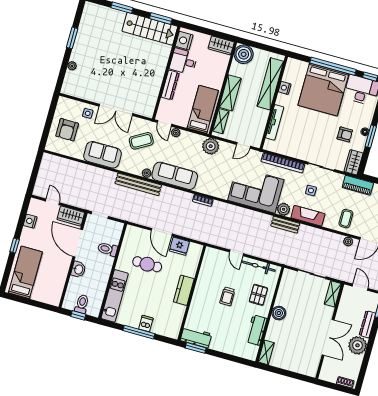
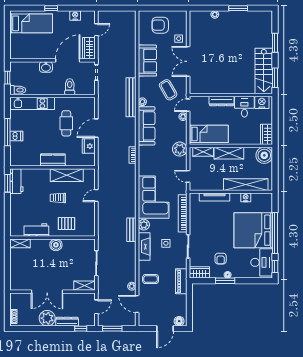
bicycle: (258, 266) -> (90, 217), removed
shelving: (205, 280) -> (67, 175), added
toilet: (82, 304) -> (18, 90), moved

